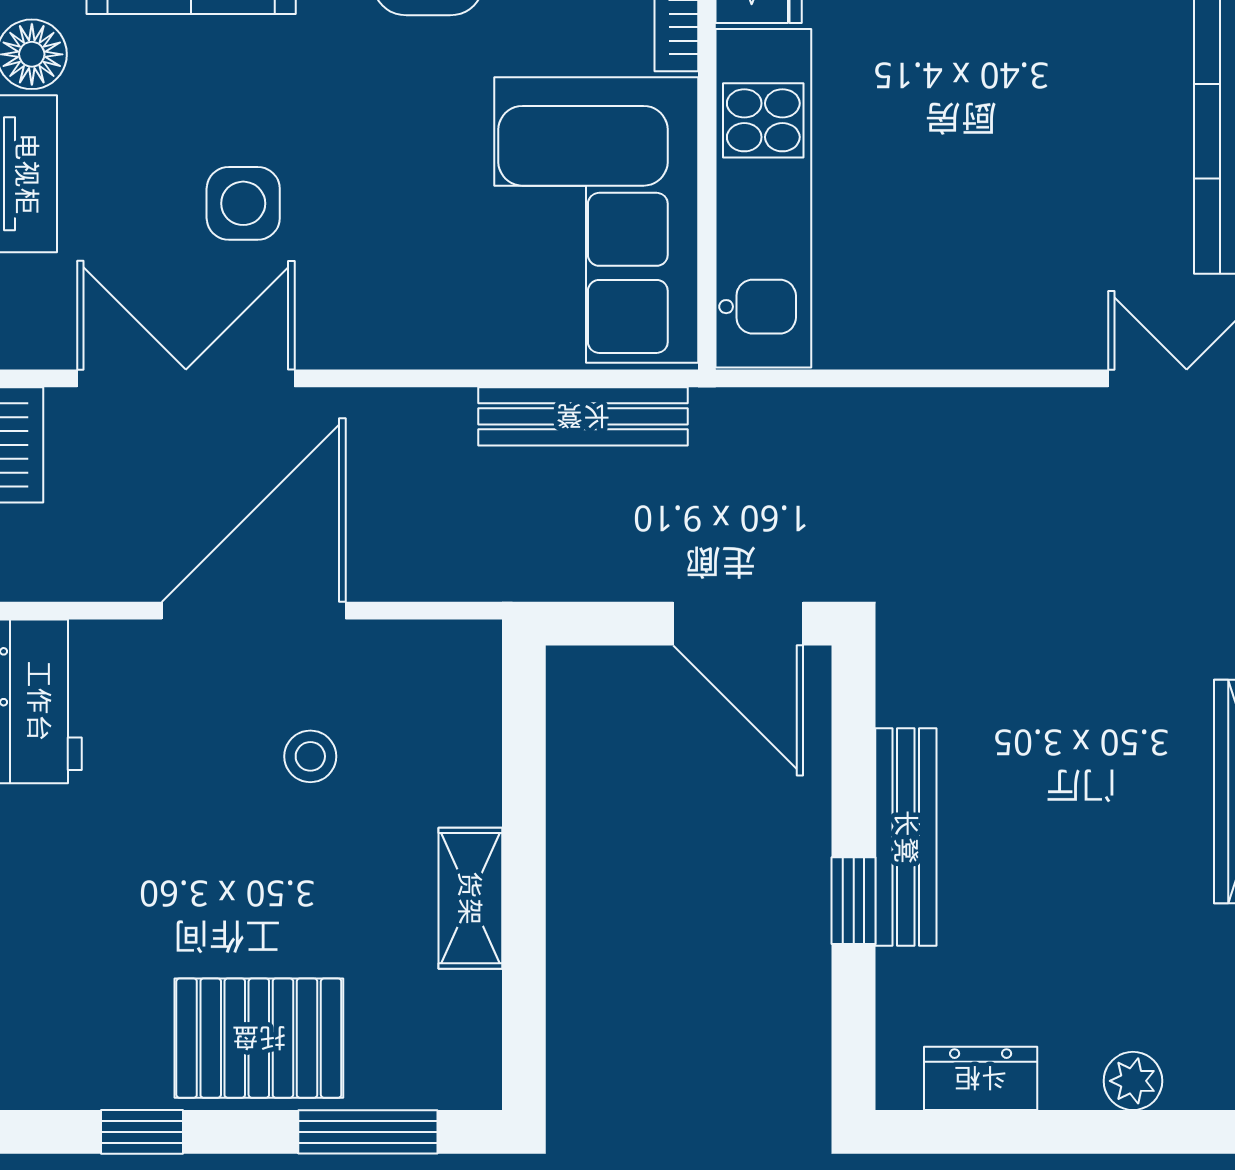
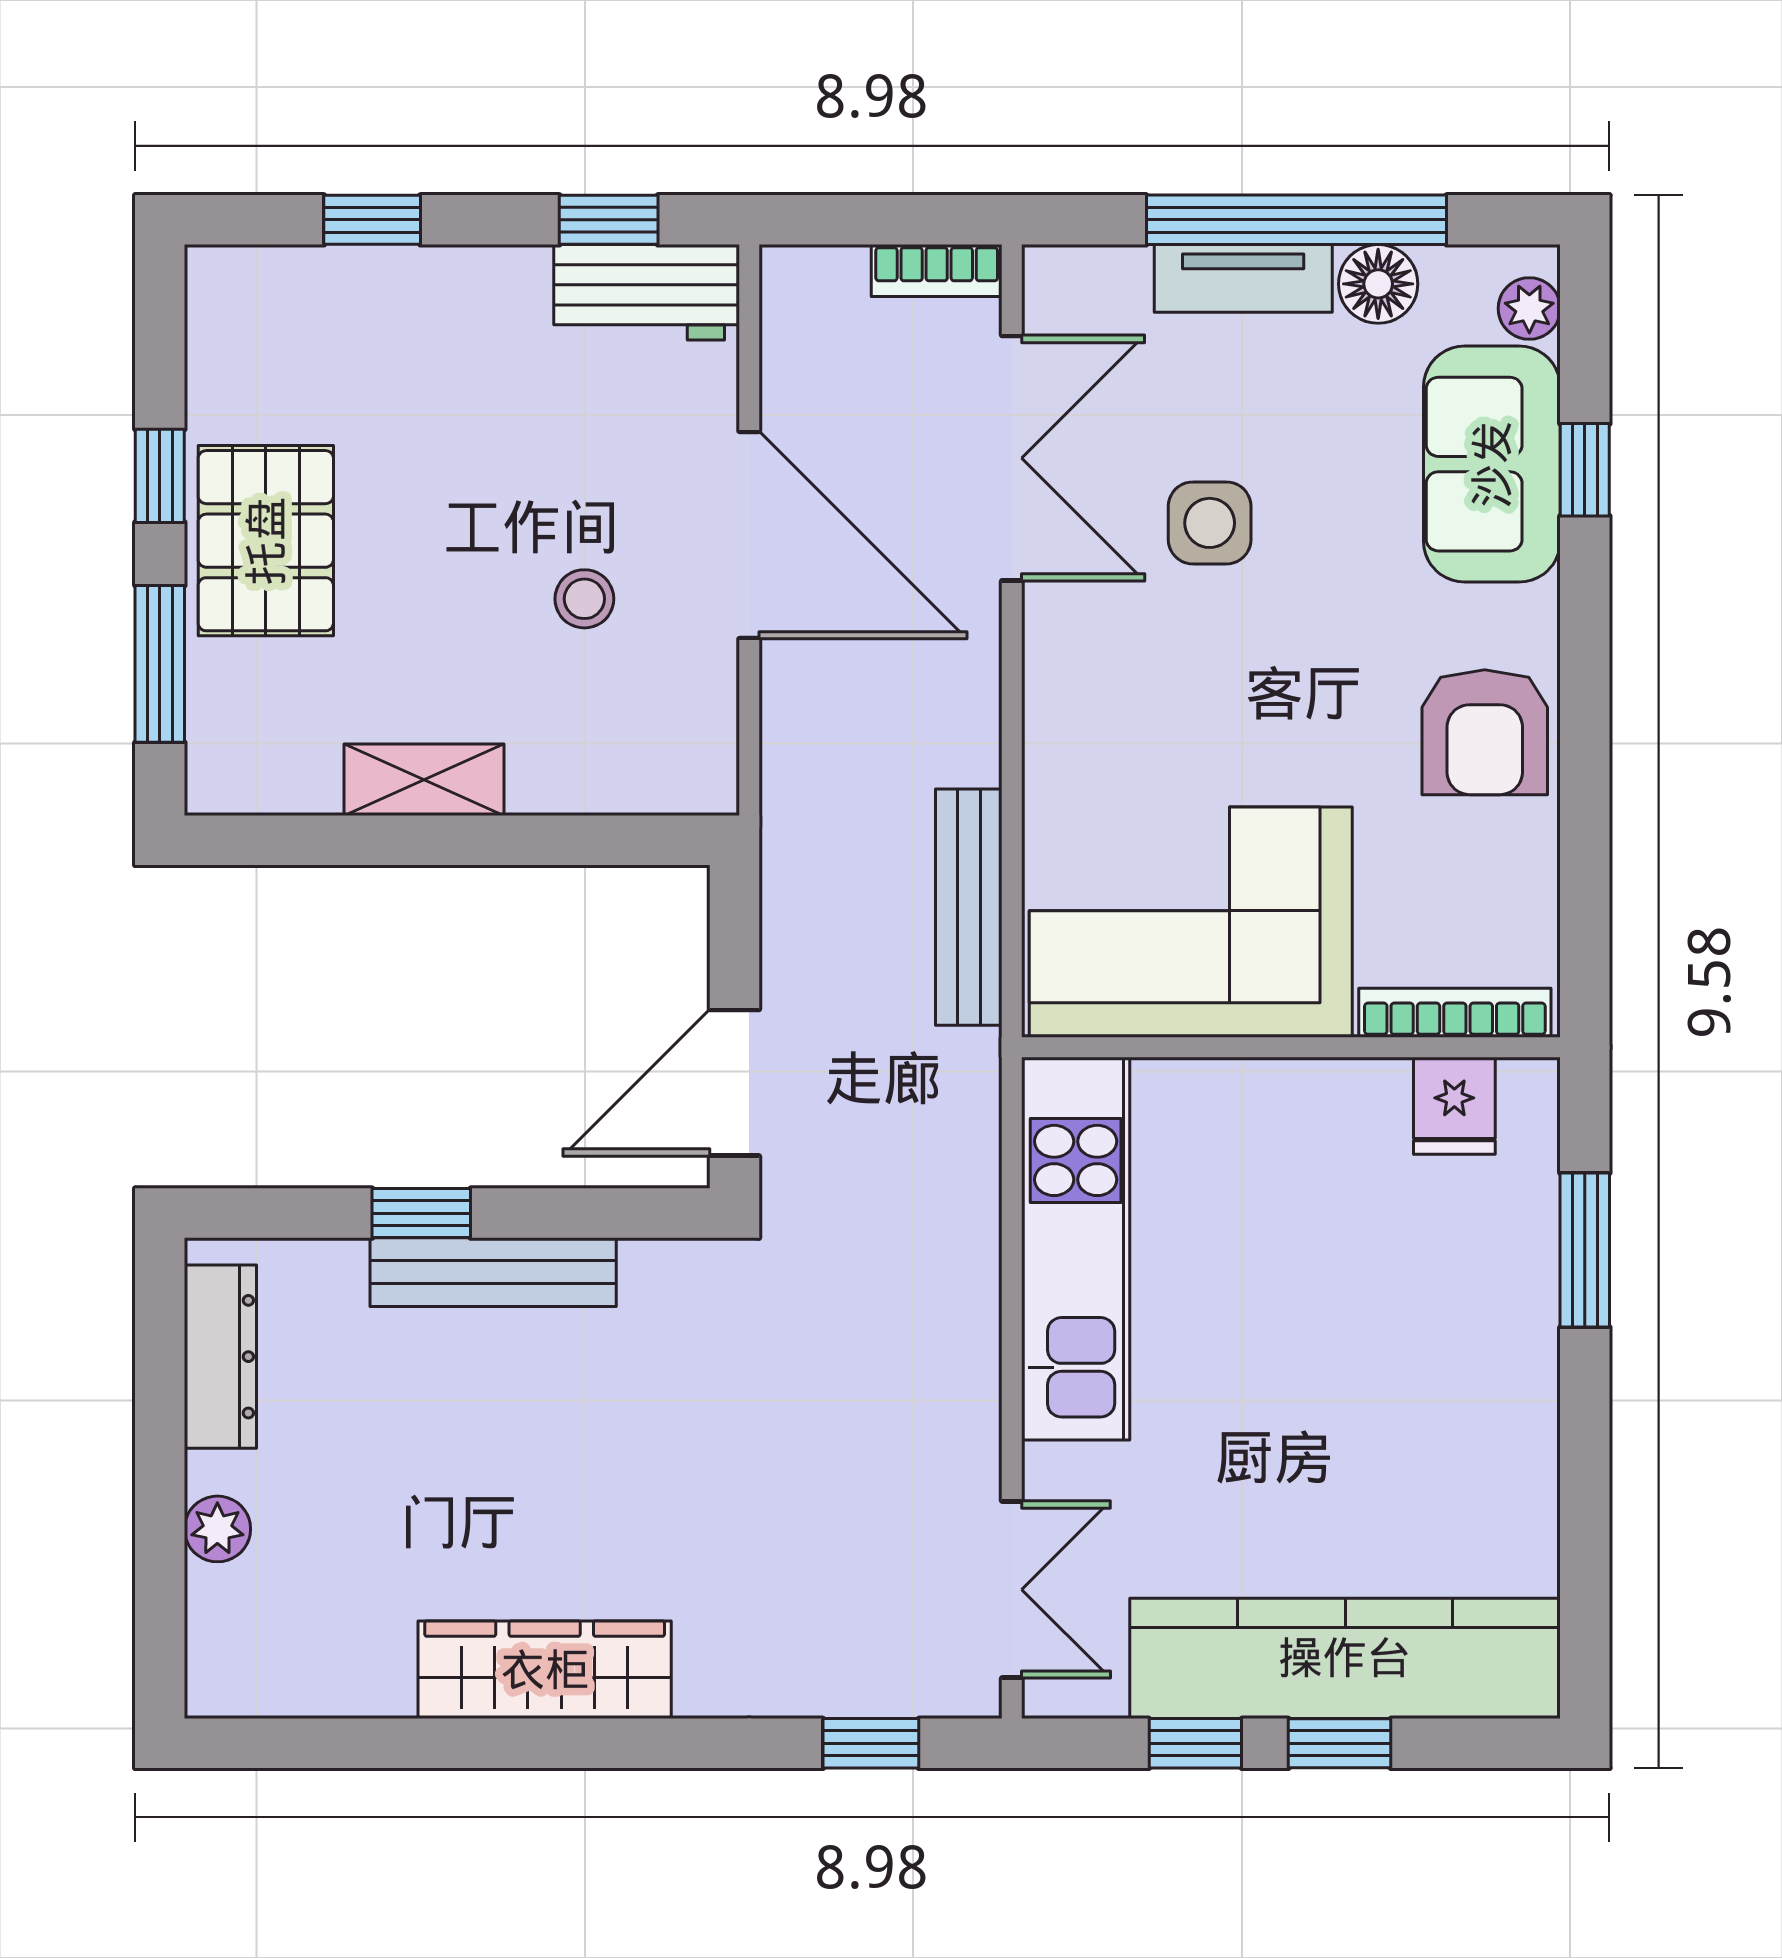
kitchen unit: (763, 198) -> (1076, 1249), moved, turned -90
dresser: (981, 1078) -> (220, 1357), width x1.44
window: (142, 1132) -> (160, 476), moved

